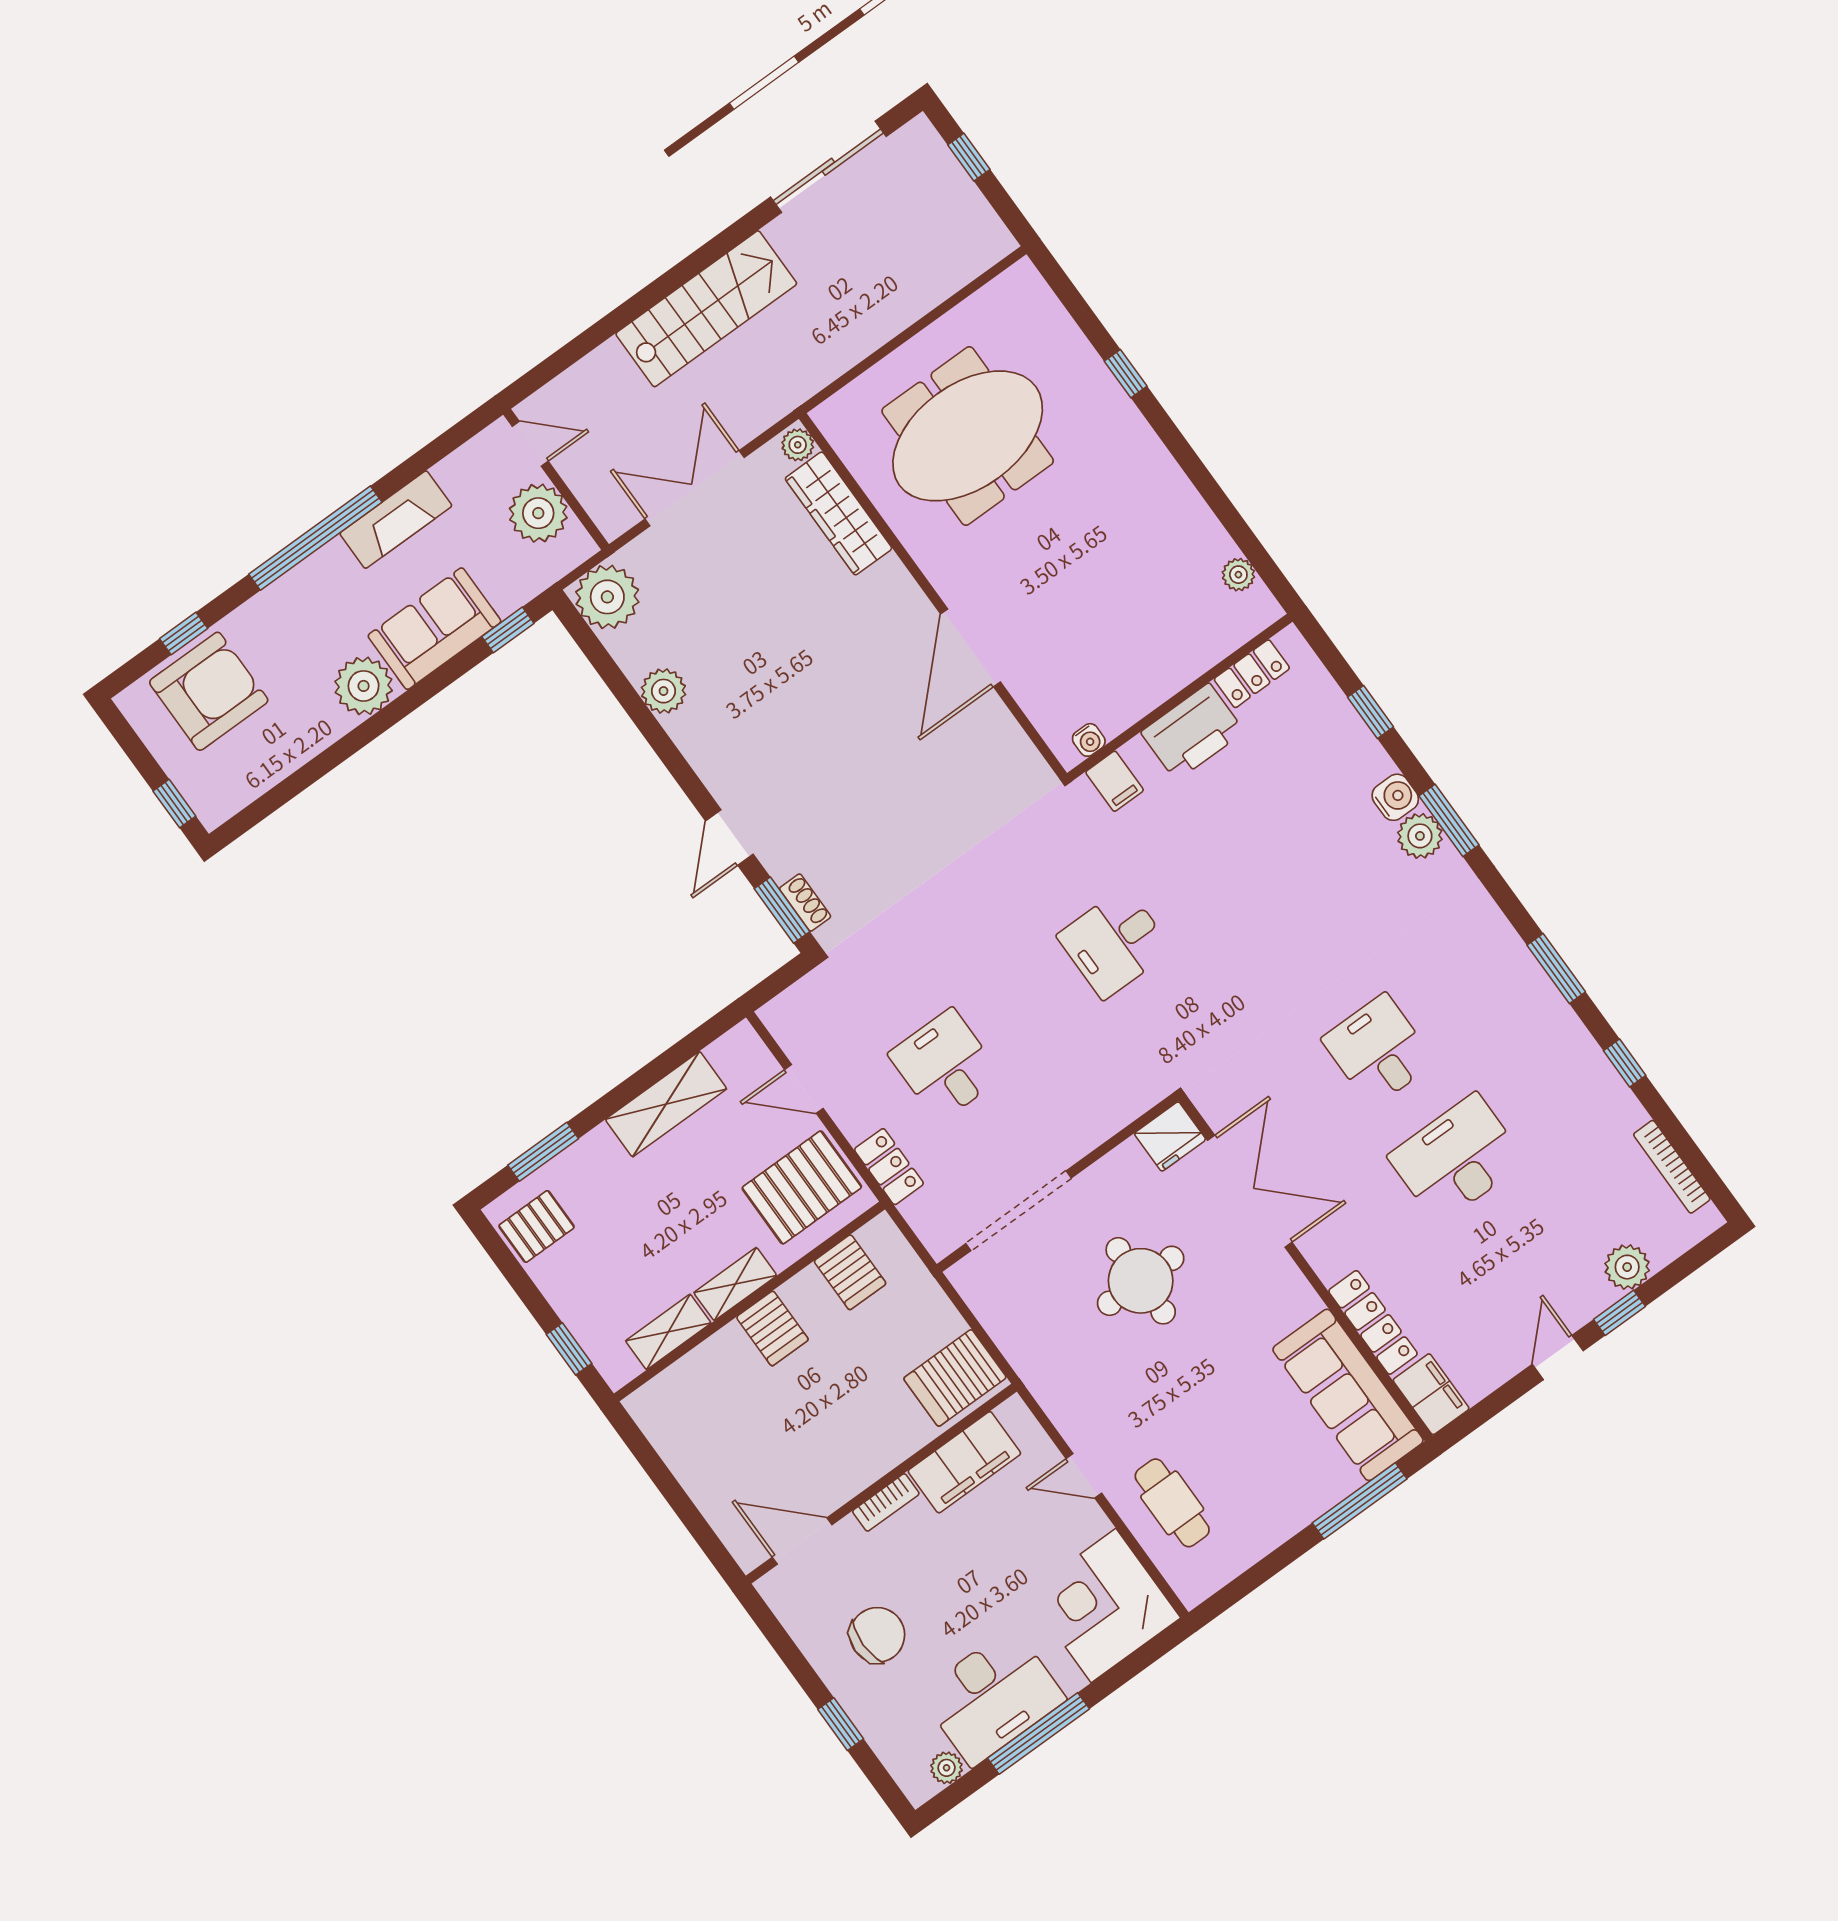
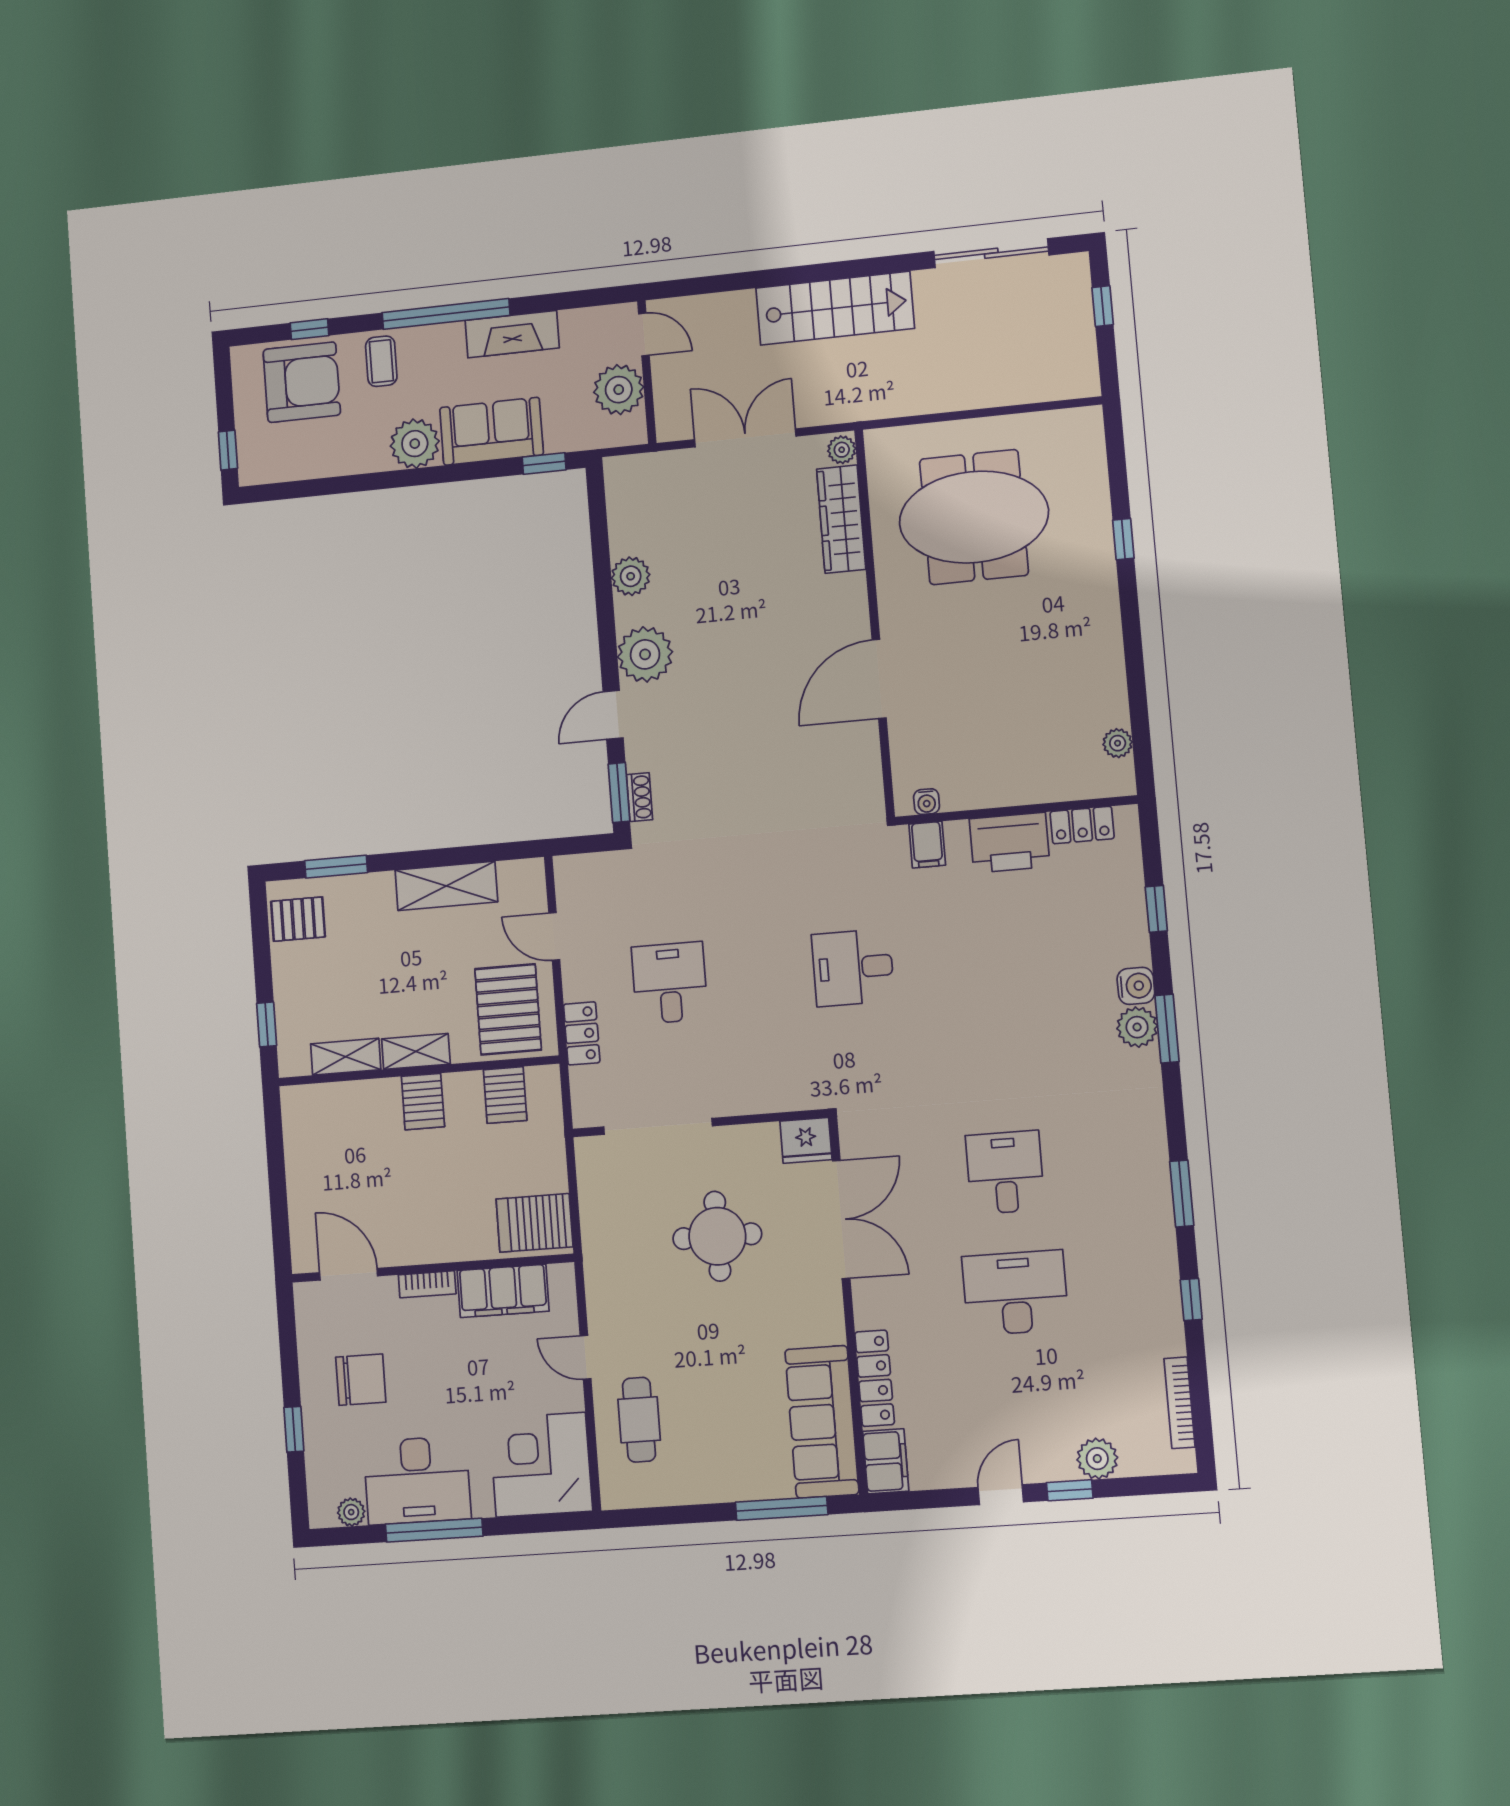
plant: (607, 597) -> (645, 654), moved
coffee table: (278, 623) -> (381, 361), added
pallet: (802, 1187) -> (508, 1009), turned 90

